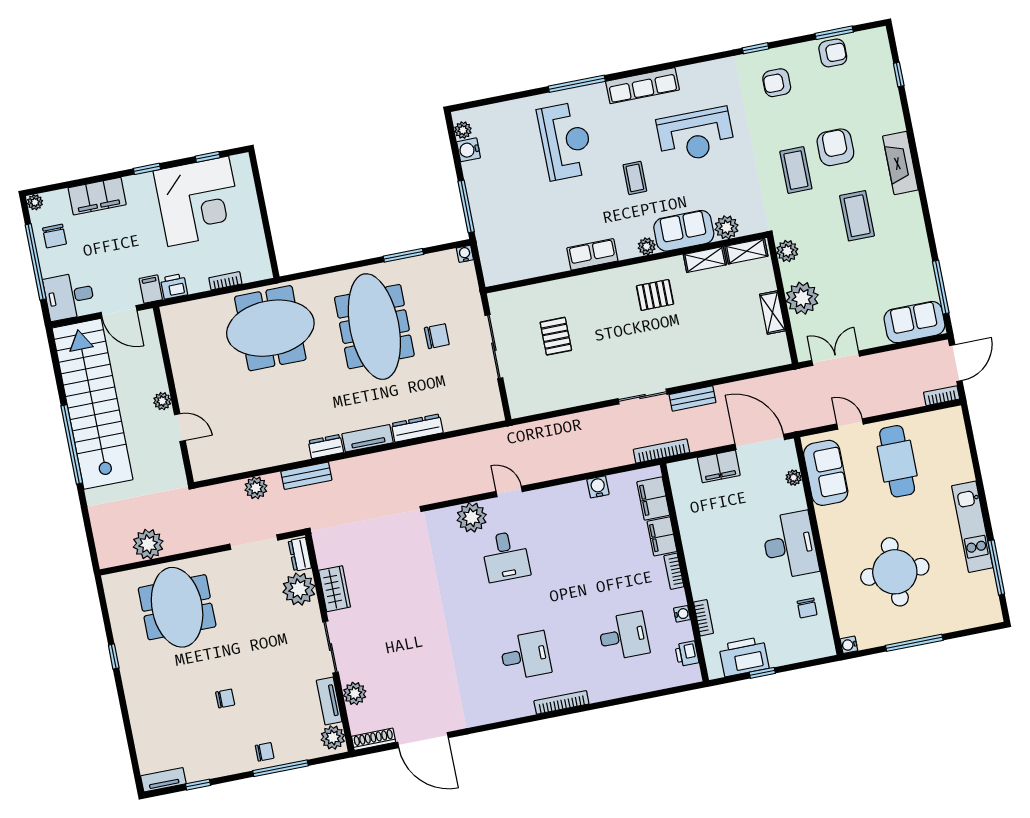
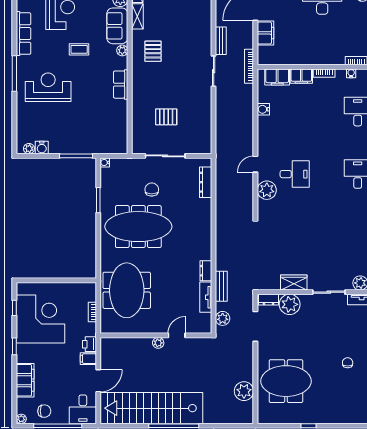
wall: (173, 395) -> (156, 335), moved
plant: (162, 401) -> (158, 343), moved
door: (180, 428) -> (177, 335), moved
dresser: (417, 428) -> (206, 182), moved
tv unit: (367, 438) -> (206, 297), moved

